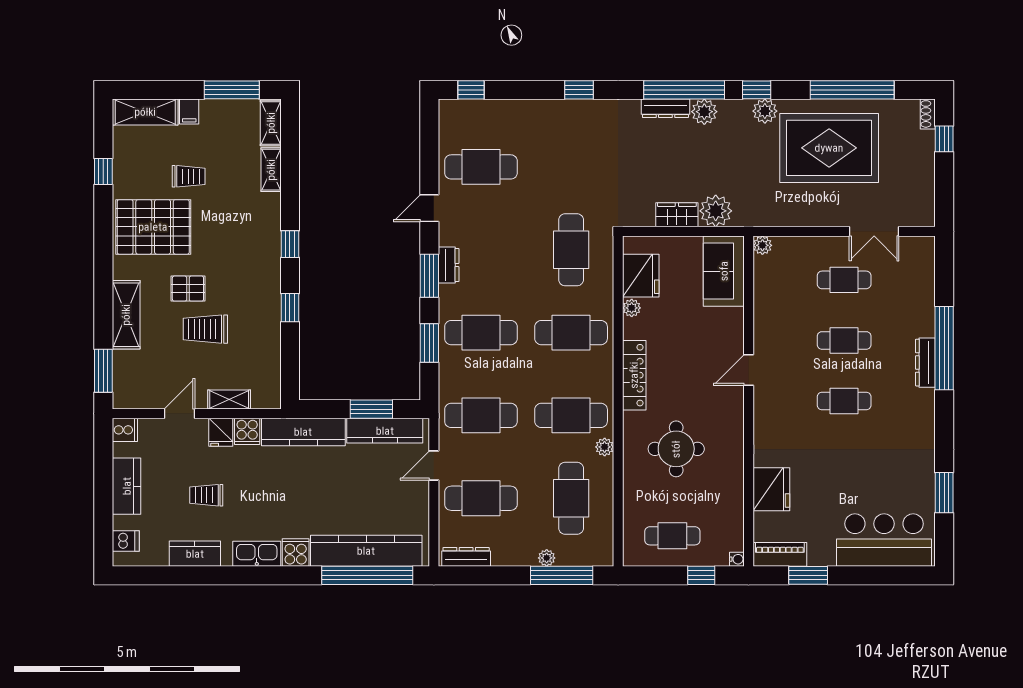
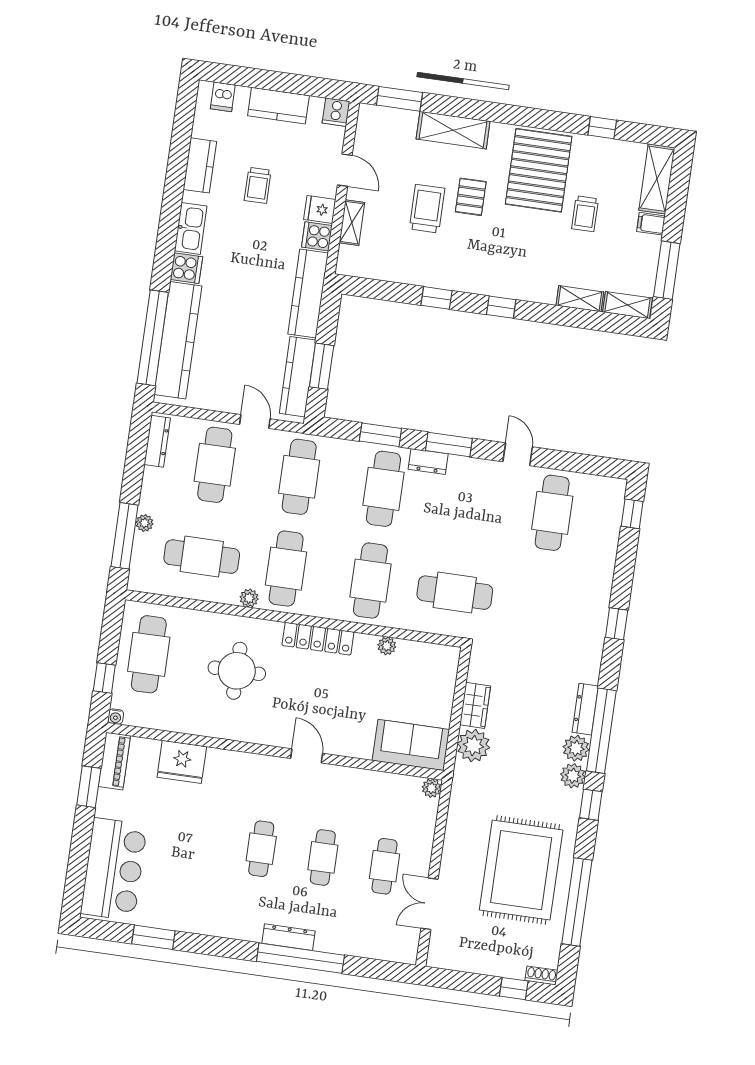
plant: (765, 111) -> (573, 776), moved
dresser: (449, 265) -> (428, 461), moved
fridge: (641, 276) -> (418, 660), removed
trolley: (206, 495) -> (258, 185), turned 180
cafe table: (672, 536) -> (149, 654), width x1.37, depth x1.35

